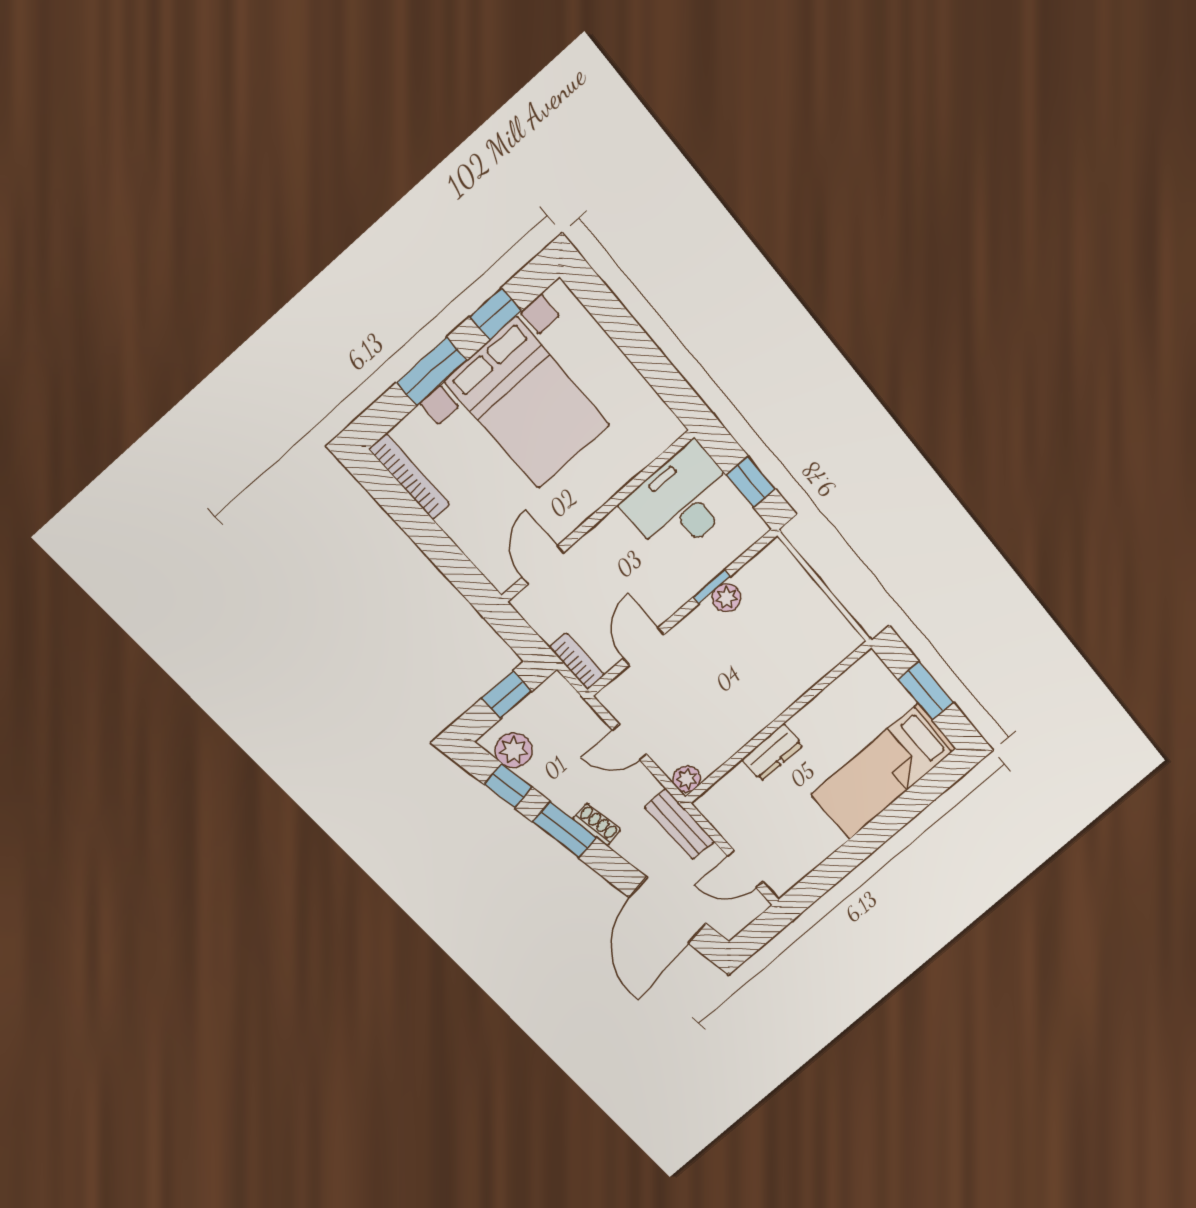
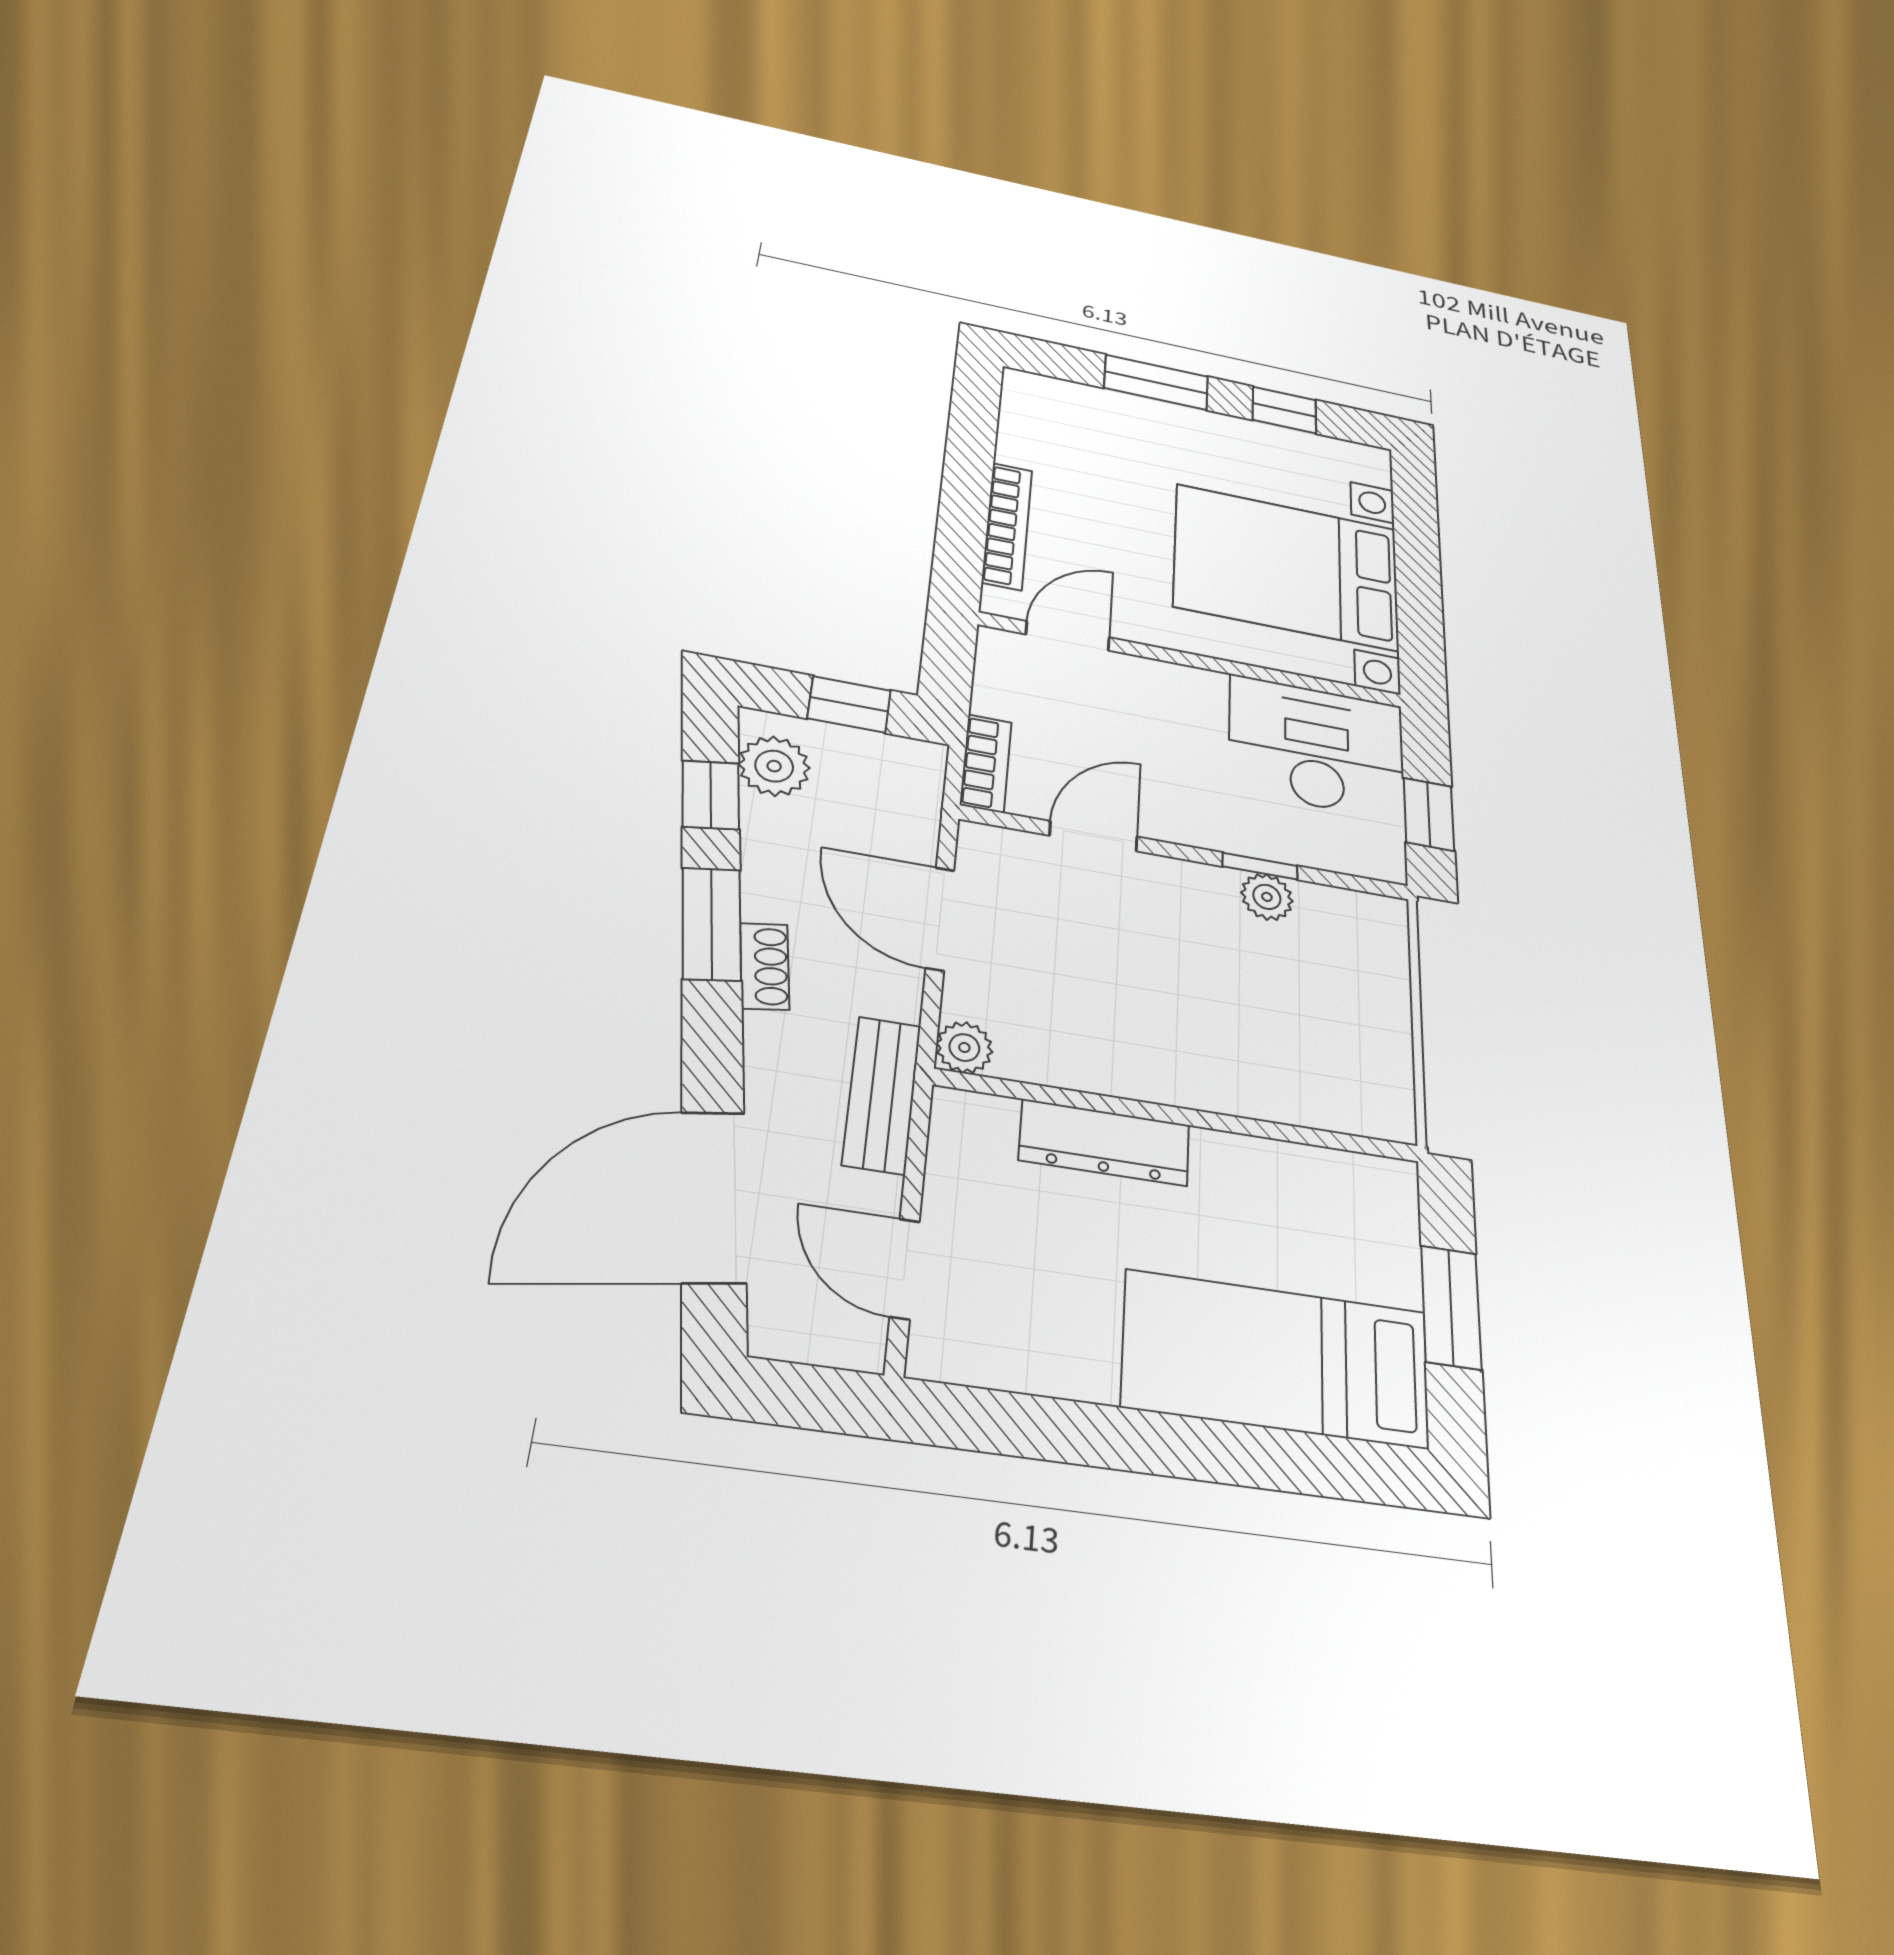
bed with nightstands: (527, 403) -> (1287, 567), moved, turned 90
bookcase: (409, 477) -> (1007, 526), moved
door: (630, 742) -> (940, 919), width x1.38
dresser: (772, 752) -> (1105, 1142), width x1.44

